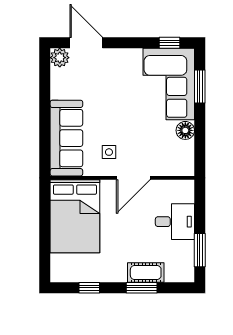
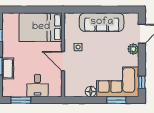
plant: (60, 58) -> (133, 49), moved
sofa: (66, 138) -> (102, 22), moved

